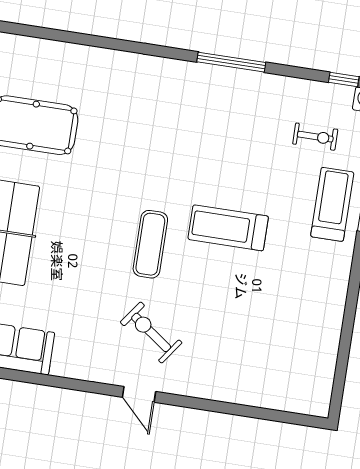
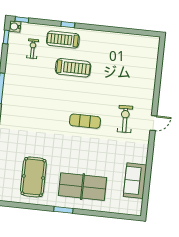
treadmill: (228, 228) -> (73, 68), moved, turned -90
exercise bike: (151, 332) -> (125, 119), turned 142

